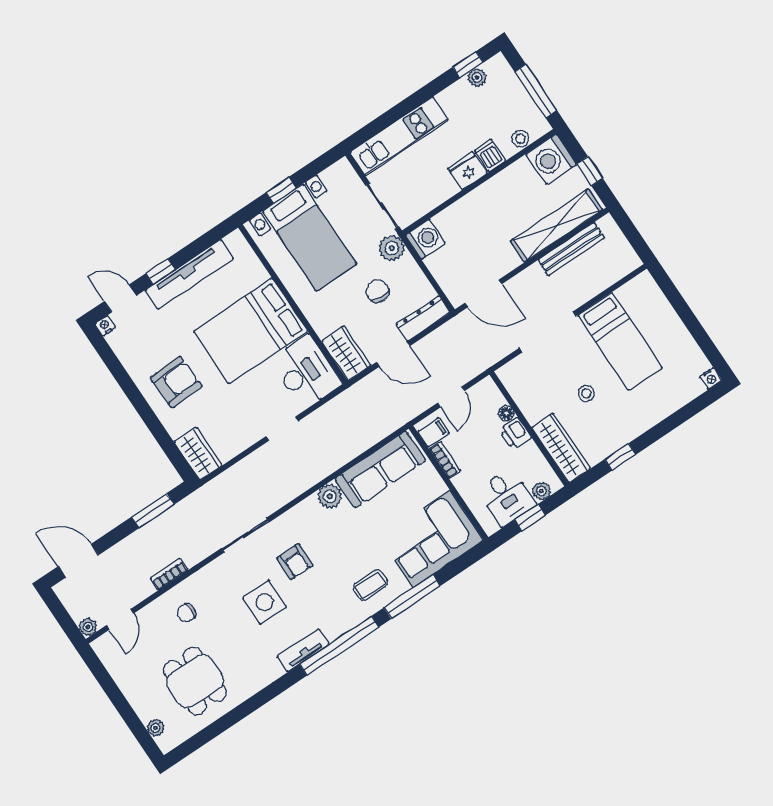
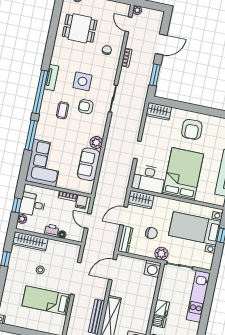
sofa: (380, 470) -> (89, 164), width x0.73
door: (78, 561) -> (161, 44), moved
coffee table: (370, 585) -> (63, 110), moved

